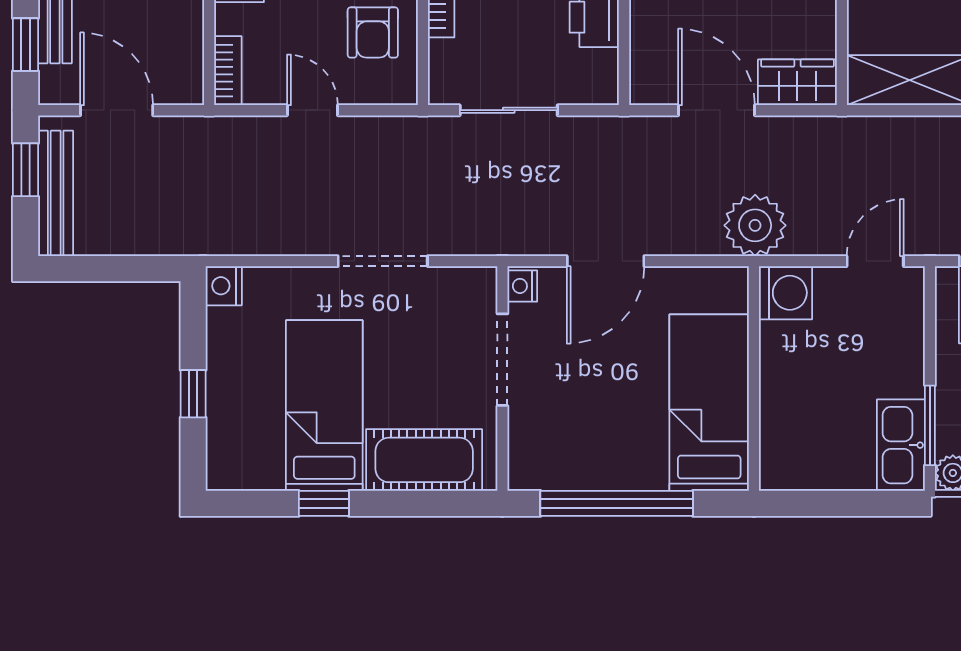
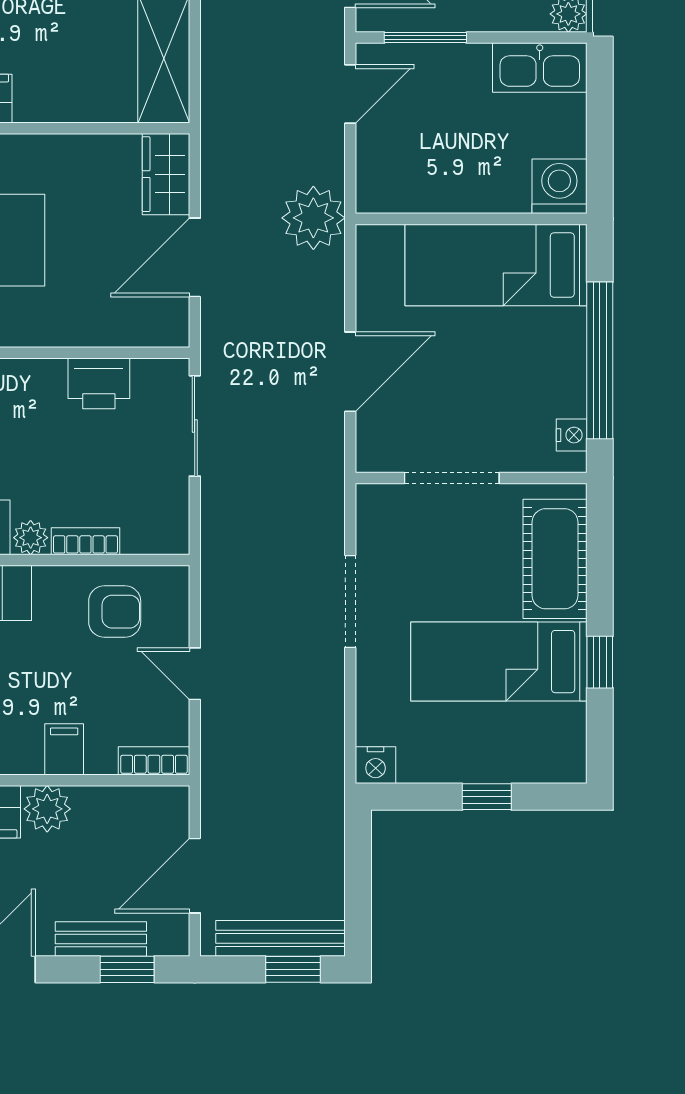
door: (312, 110) -> (195, 674), hinge flipped
sliding door: (509, 110) -> (195, 426), moved
window: (25, 170) -> (293, 969), moved
door: (606, 261) -> (350, 372), hinge flipped
door: (875, 261) -> (350, 94), swing flipped
nightstand: (522, 286) -> (572, 435), moved, turned -90
washing machine: (786, 293) -> (559, 186), moved
window: (930, 425) -> (425, 38), moved

